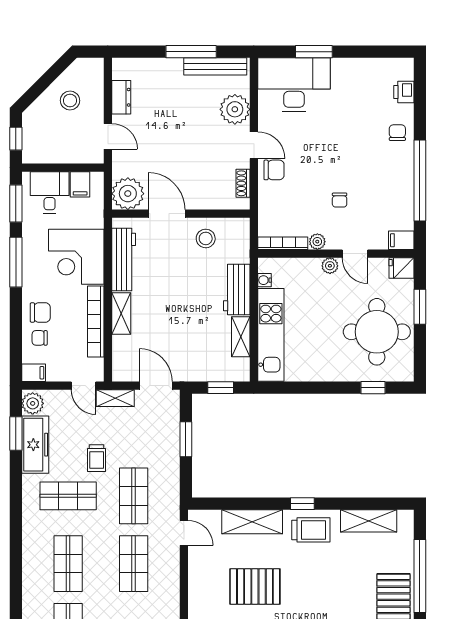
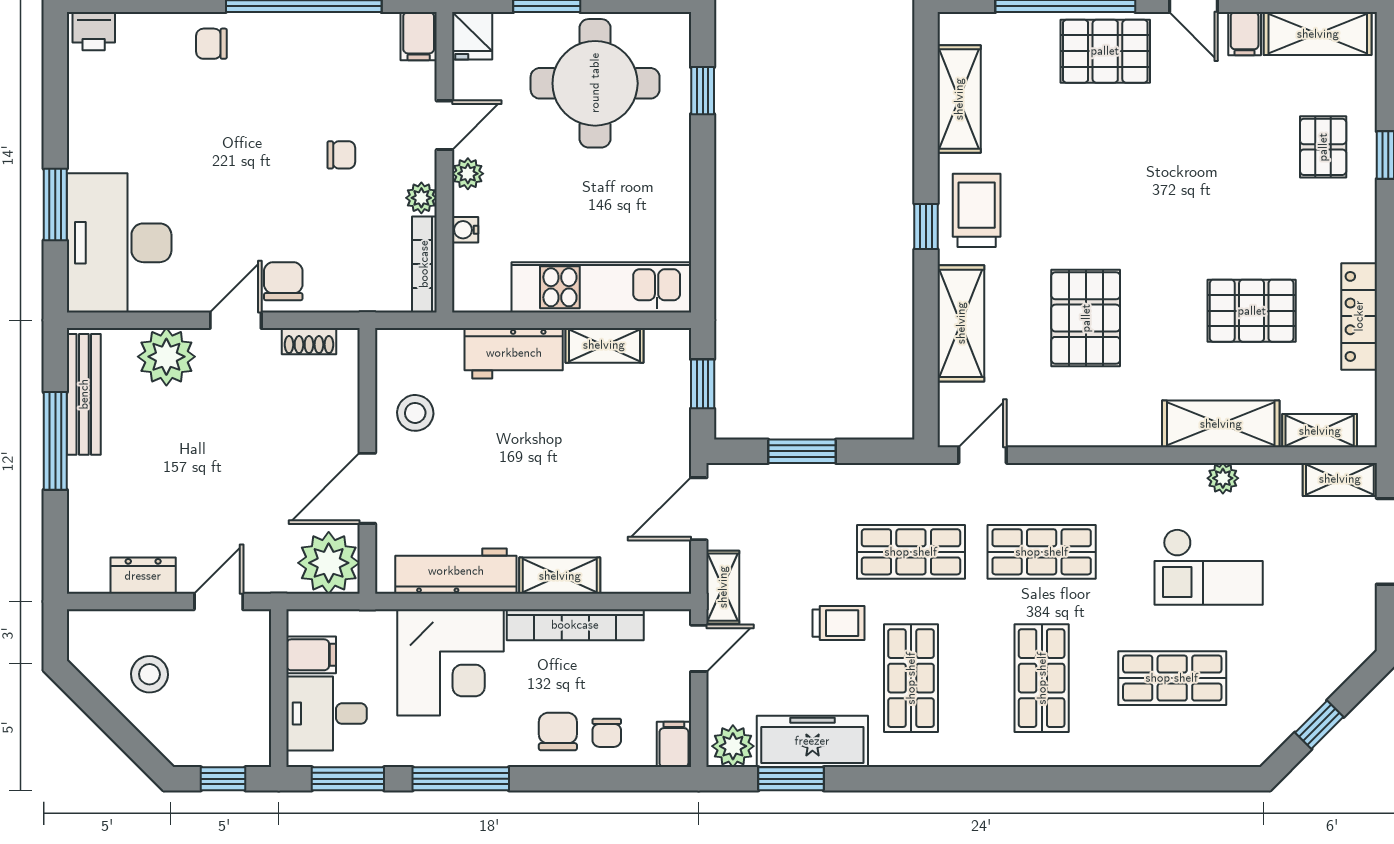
printer: (404, 92) -> (94, 31), moved
water cooler: (265, 280) -> (465, 230), moved, turned 90
shop shelf: (68, 564) -> (1042, 678), turned 90

